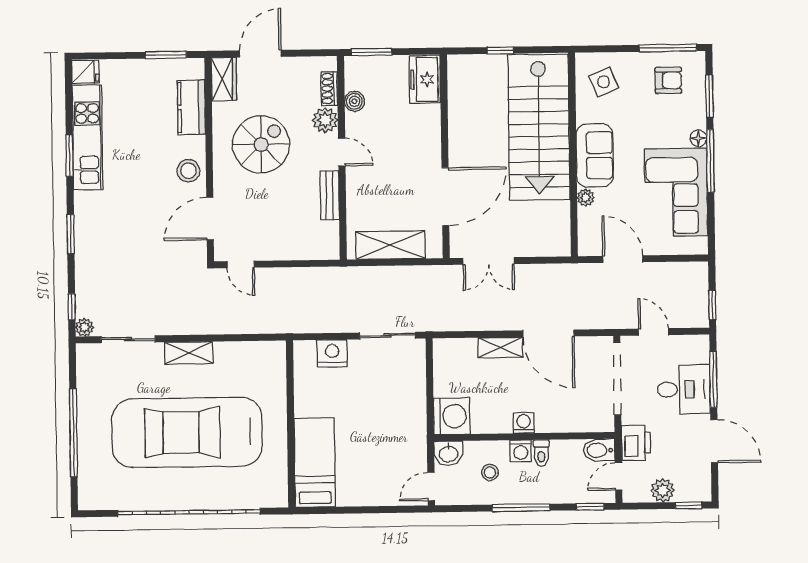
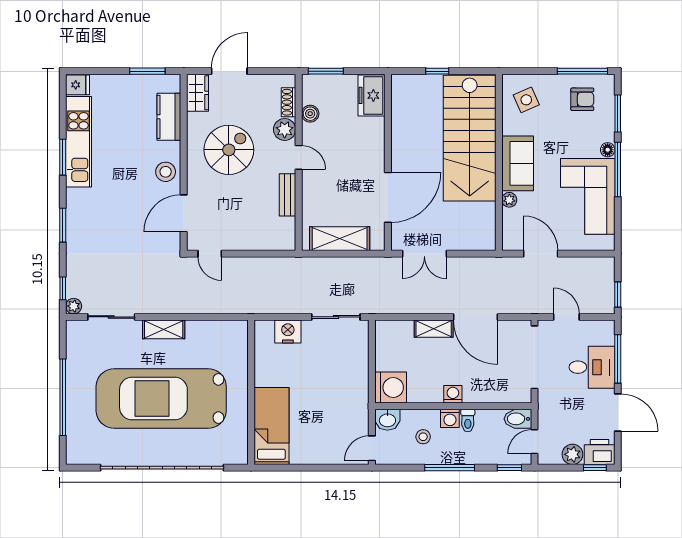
printer: (636, 443) -> (600, 452), moved, turned -90

